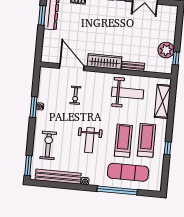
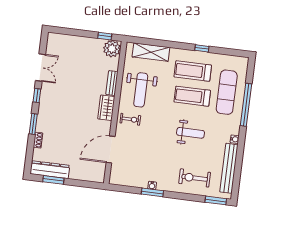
plant: (166, 50) -> (112, 49), moved
wardrobe: (104, 61) -> (106, 108), width x0.67
weight bench: (128, 93) -> (141, 90), turned 180
exercise bike: (75, 95) -> (130, 119), moved

